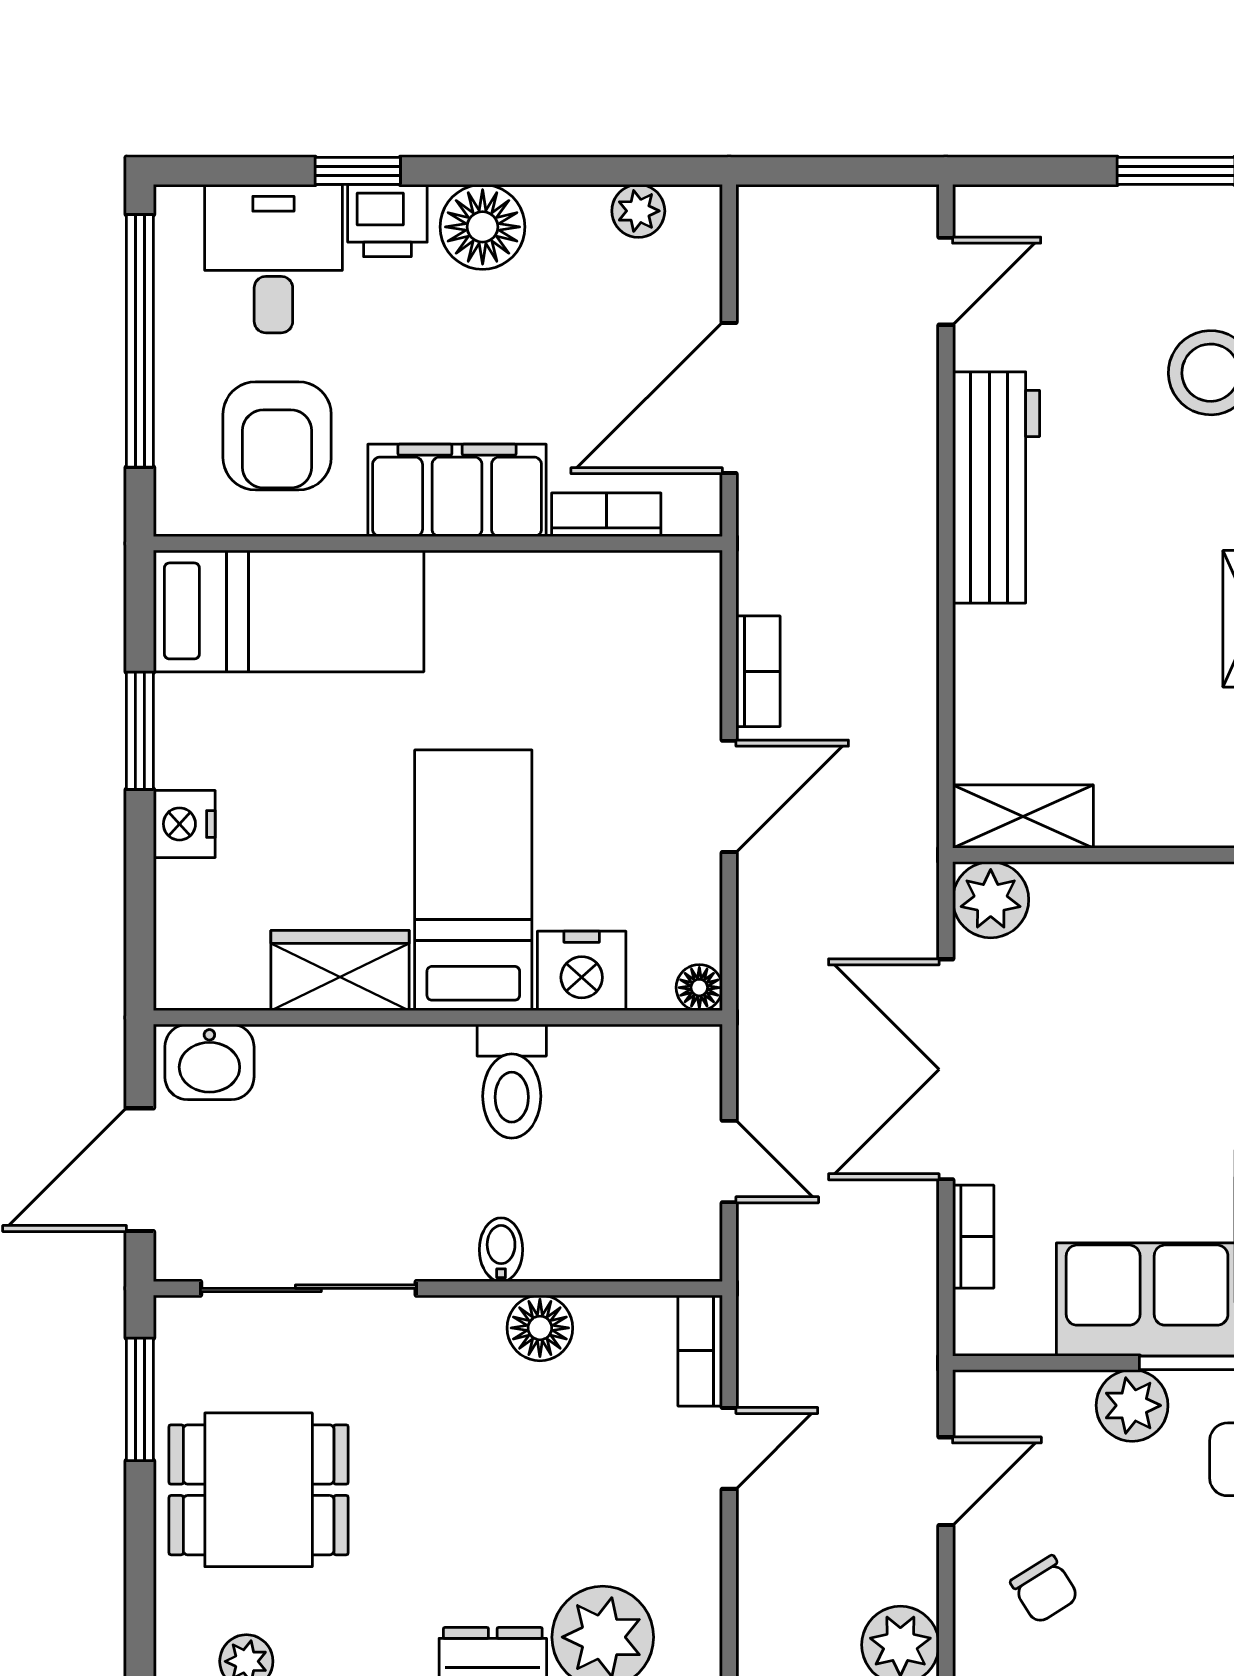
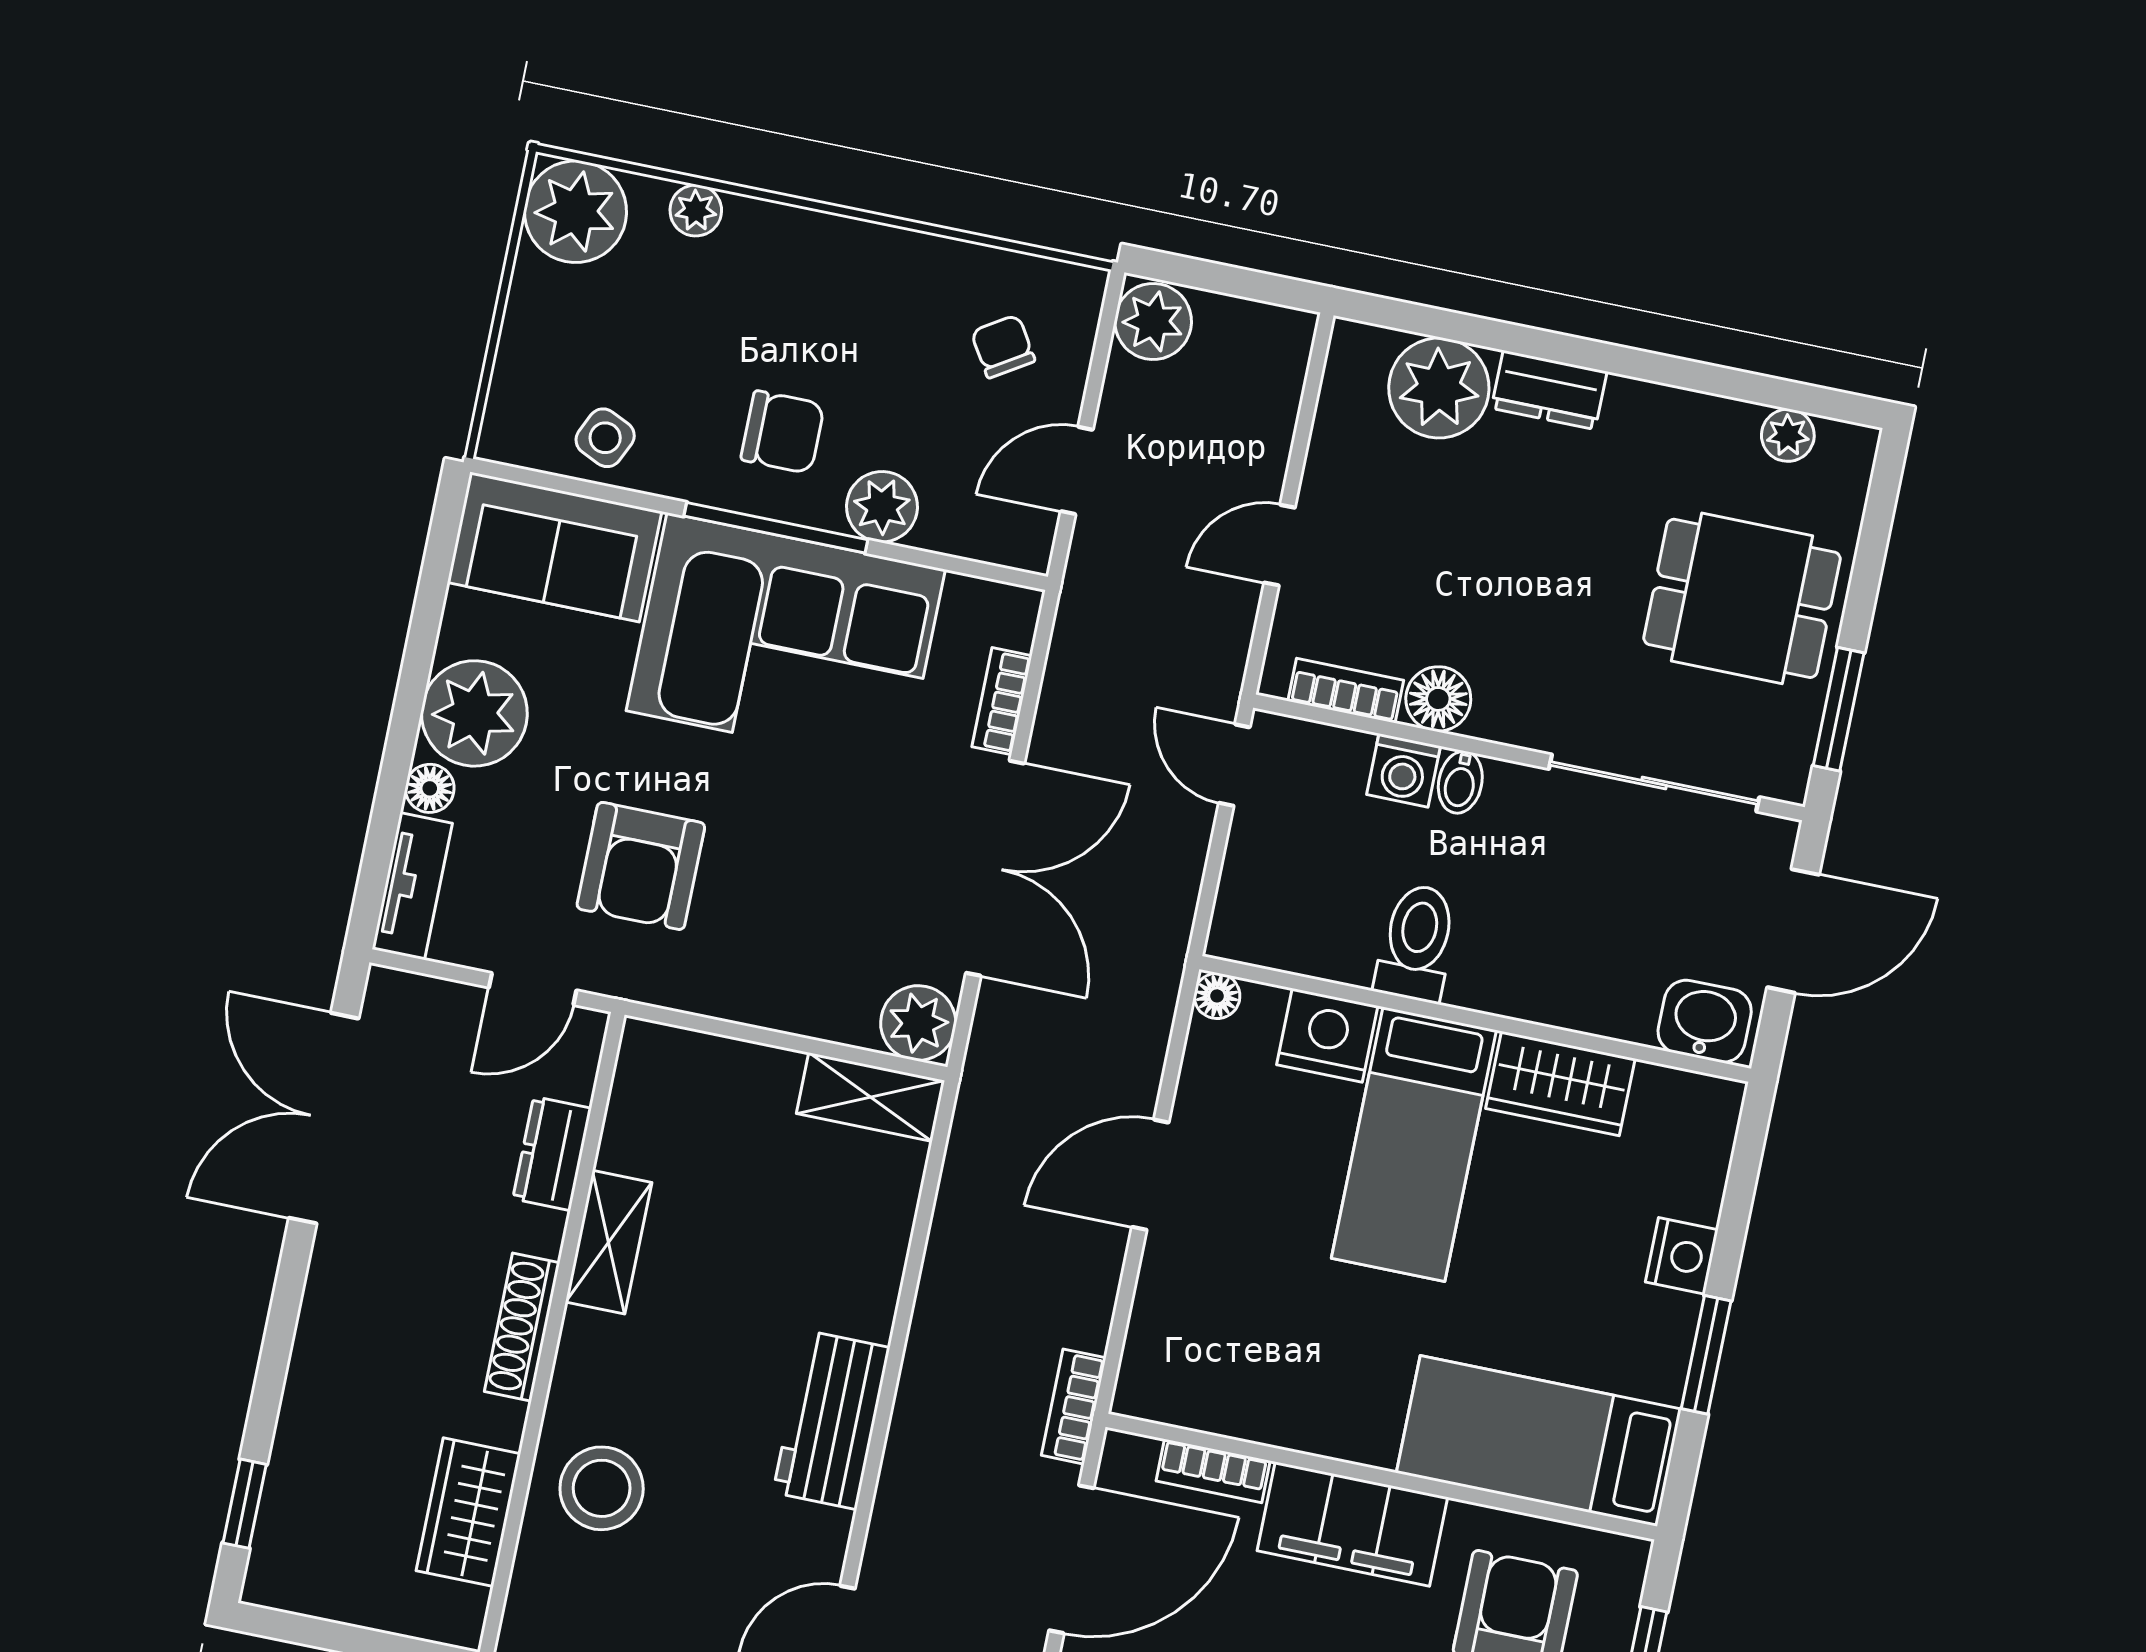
workbench: (996, 487) -> (831, 1420), width x0.73
bookcase: (758, 671) -> (1074, 1407), moved
door: (729, 1162) -> (1234, 765), moved
washing machine: (560, 1250) -> (1404, 770), added
bookcase: (700, 1351) -> (1346, 691), moved, turned -90

